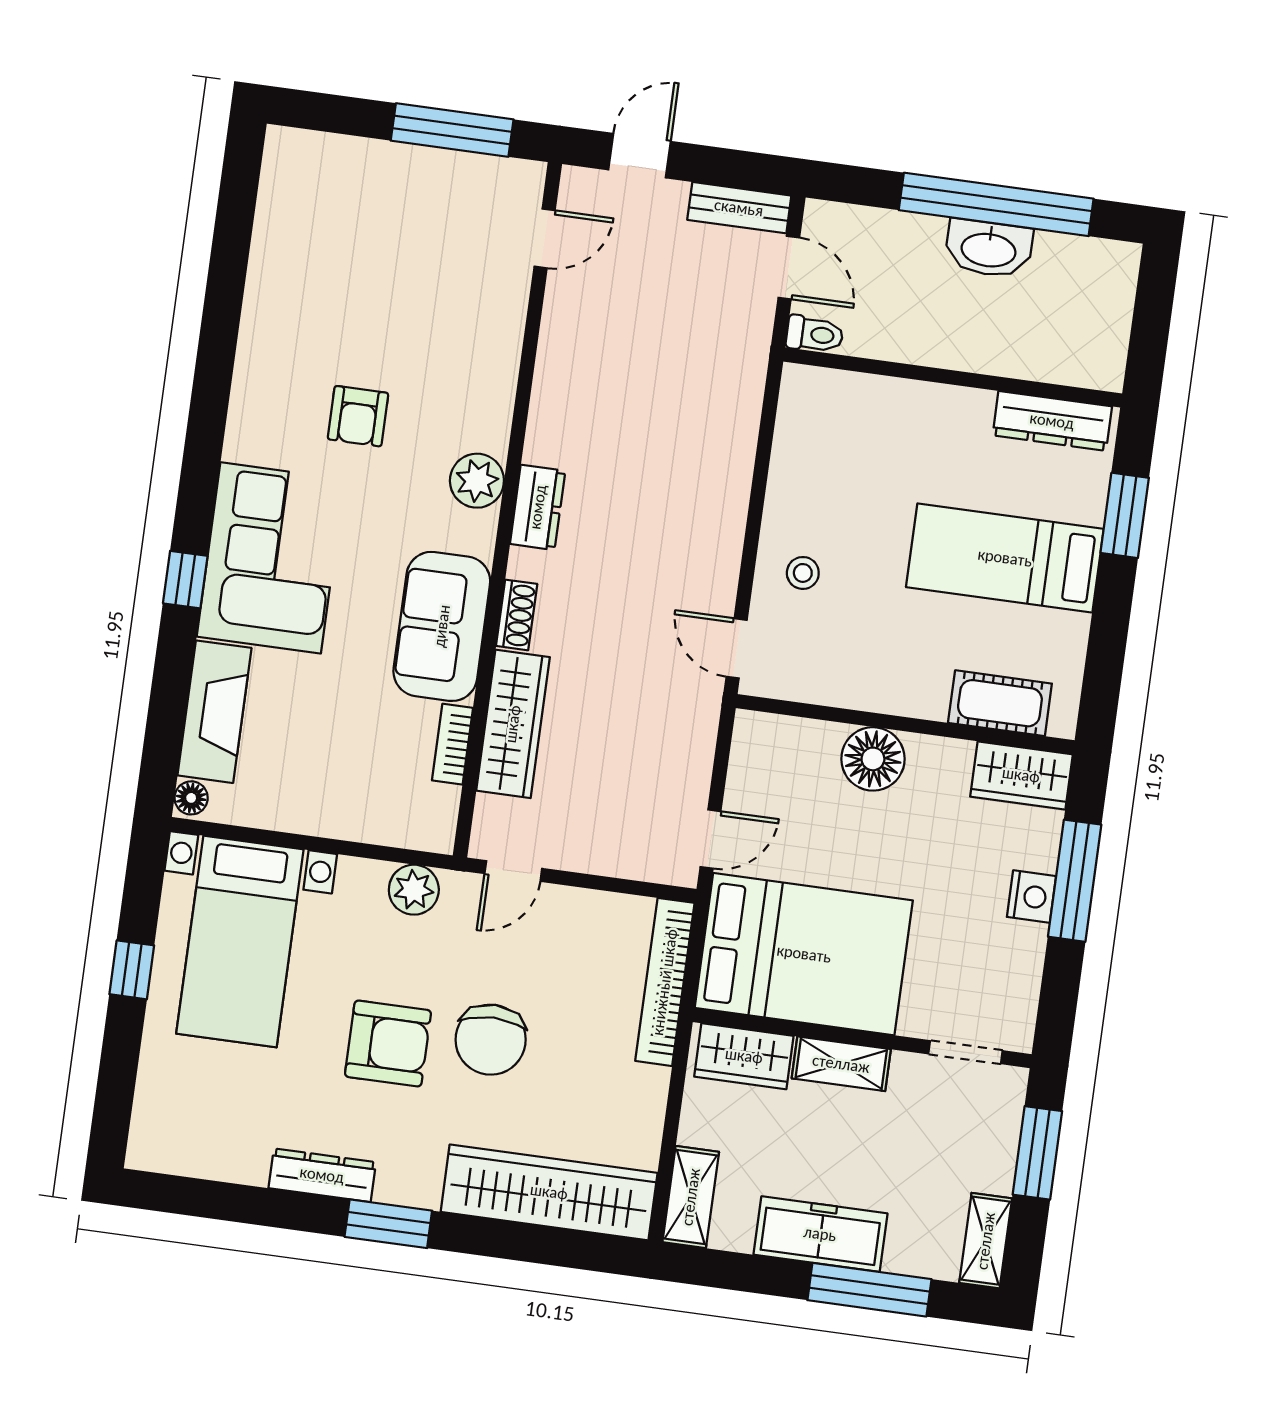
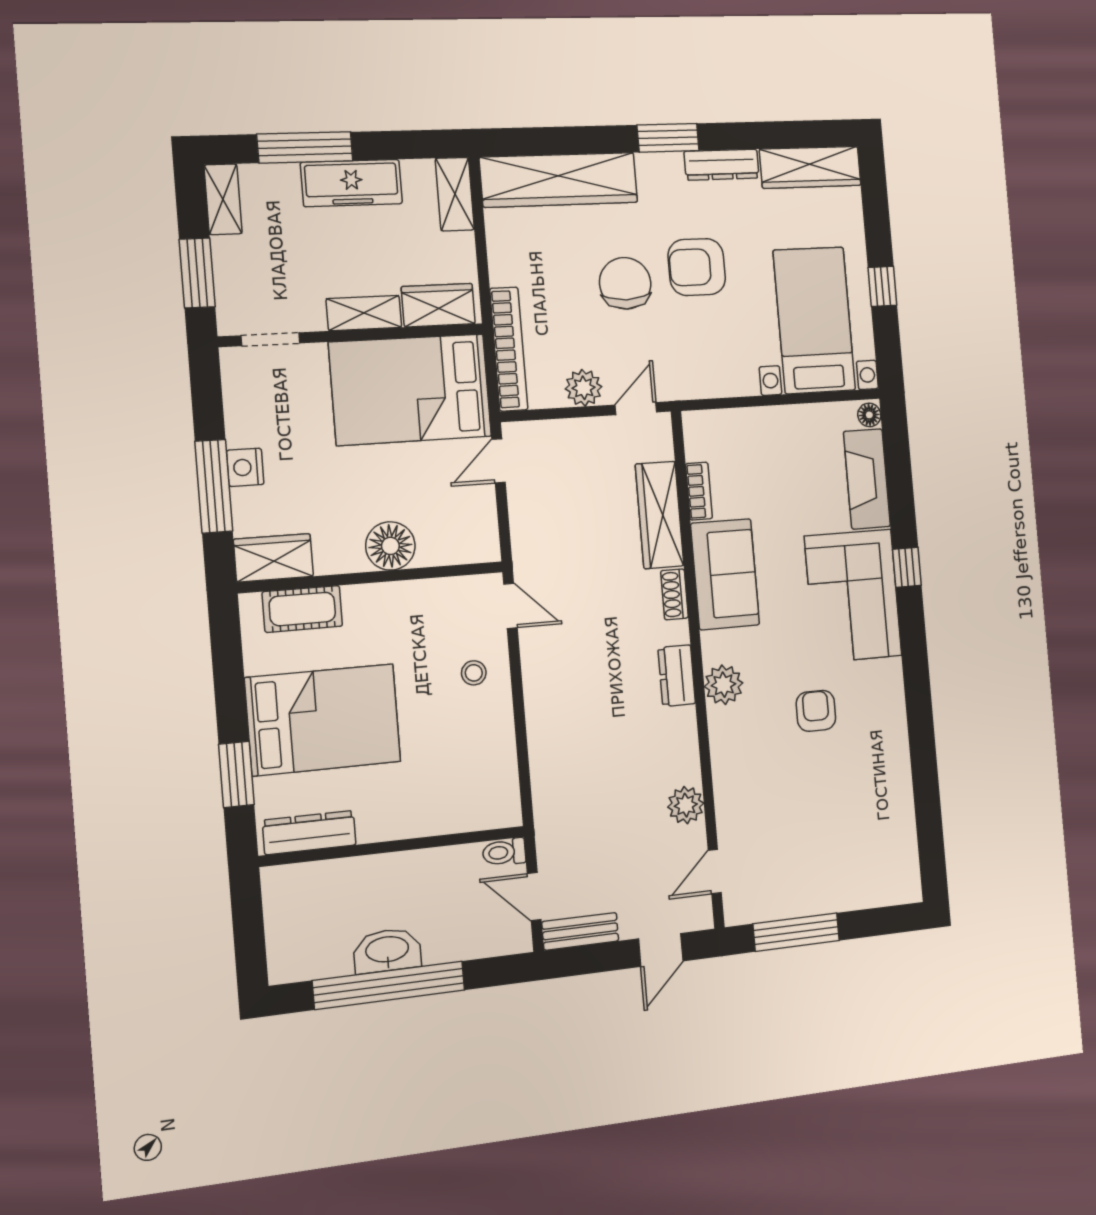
plant: (564, 335) -> (686, 805), added
bed: (1005, 558) -> (323, 720), width x1.50
plant: (414, 890) -> (584, 388), moved
wardrobe: (198, 1151) -> (810, 167), added

